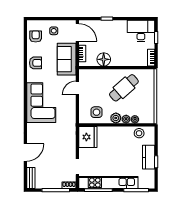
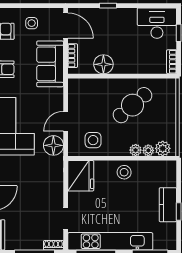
door: (77, 88) -> (66, 121), moved
floor lamp: (69, 116) -> (53, 145), added
plant: (116, 118) -> (163, 148), moved
stool: (139, 133) -> (124, 172), moved

